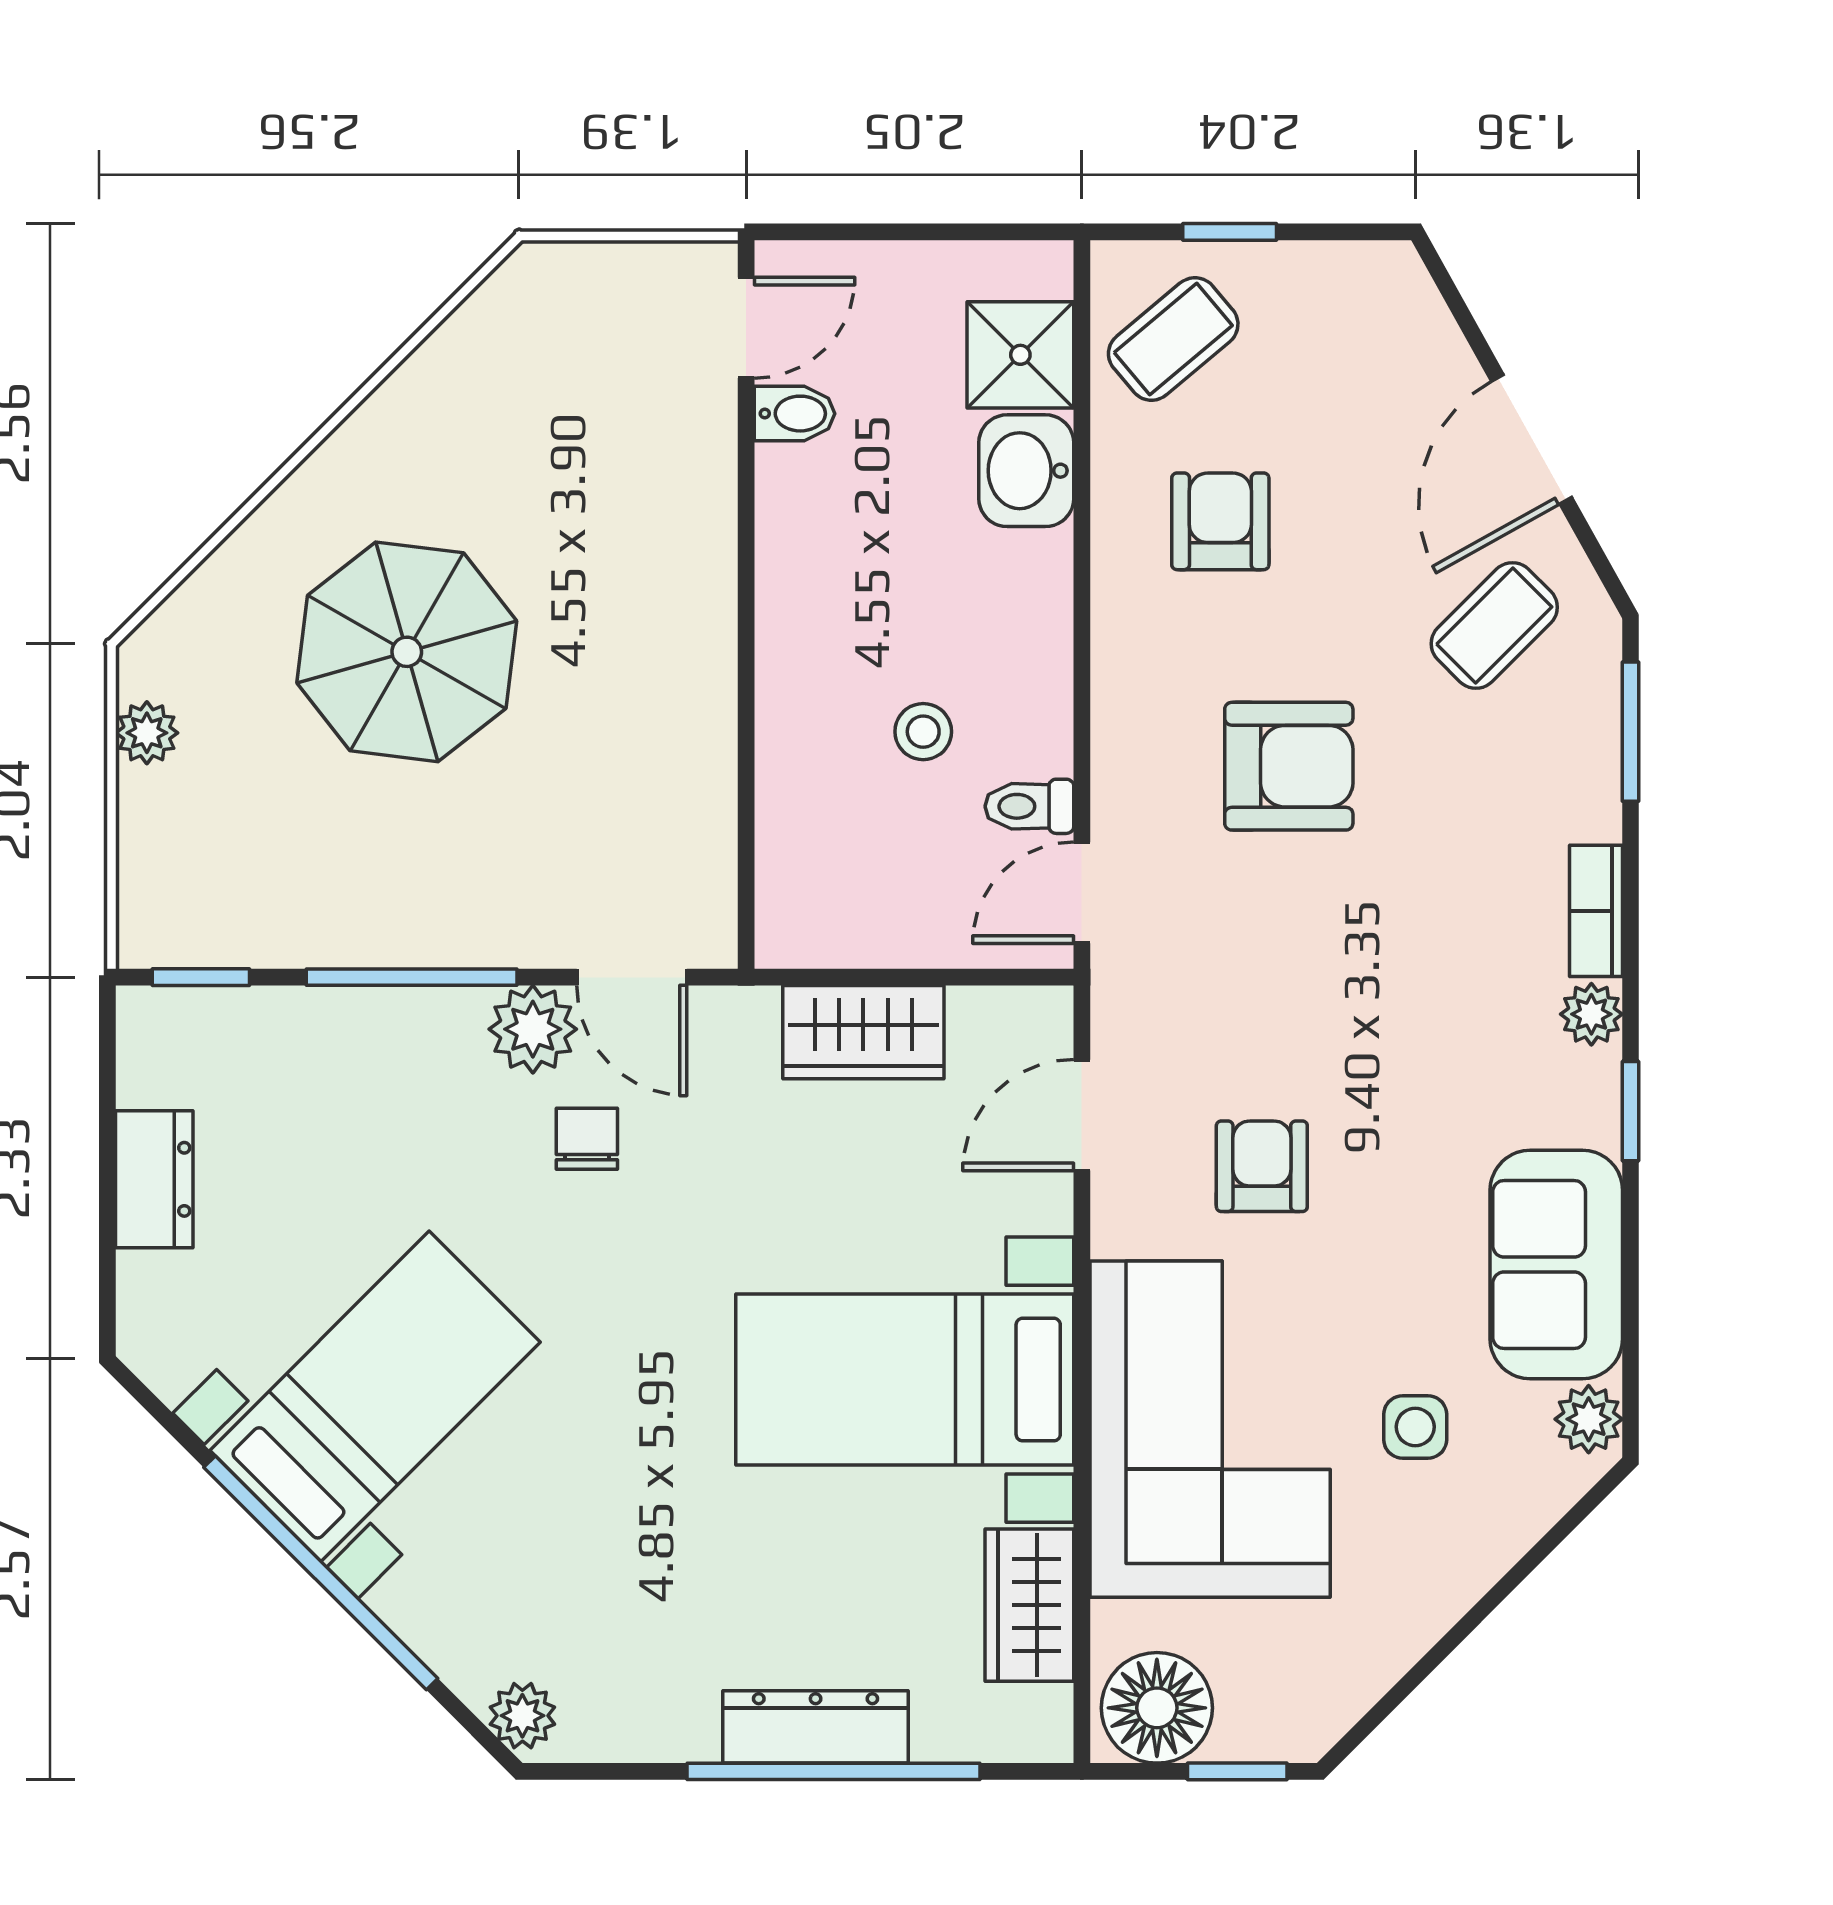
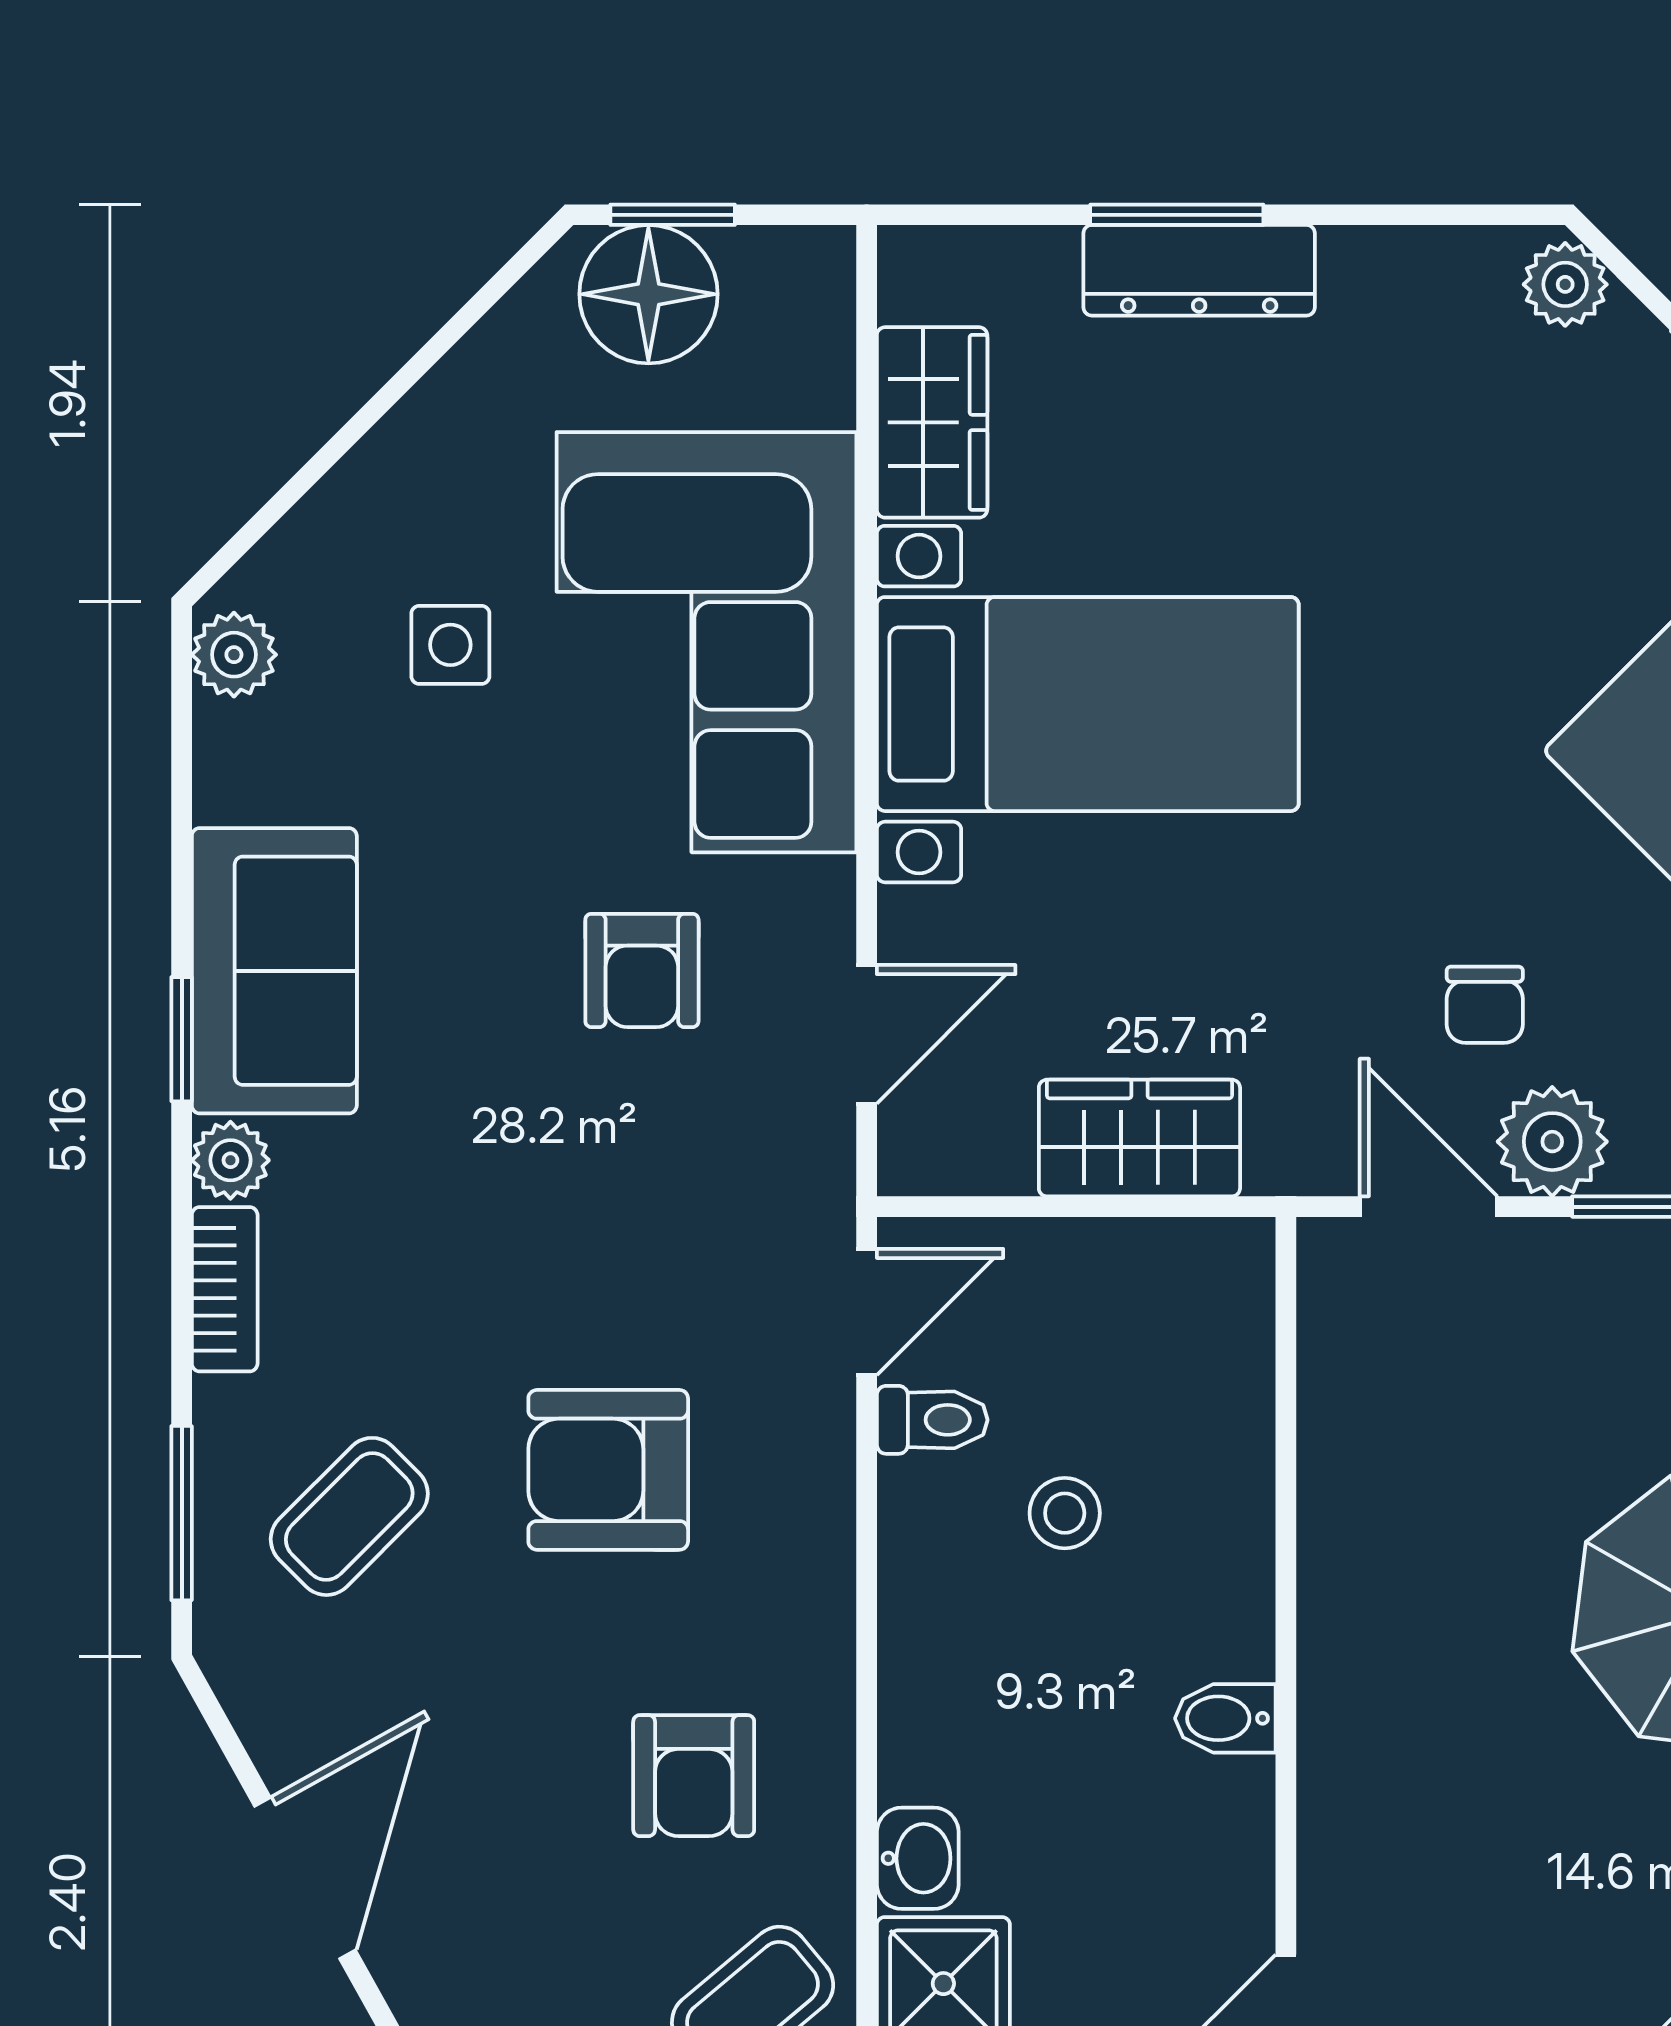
bidet: (795, 414) -> (1225, 1718), moved
washbasin: (1026, 471) -> (918, 1858), width x0.72, depth x0.69
coffee table: (1494, 625) -> (349, 1516), moved
sofa: (1556, 1265) -> (274, 971), moved
floor lamp: (1157, 1708) -> (648, 294), moved
window: (833, 1771) -> (1177, 215), width x0.47

